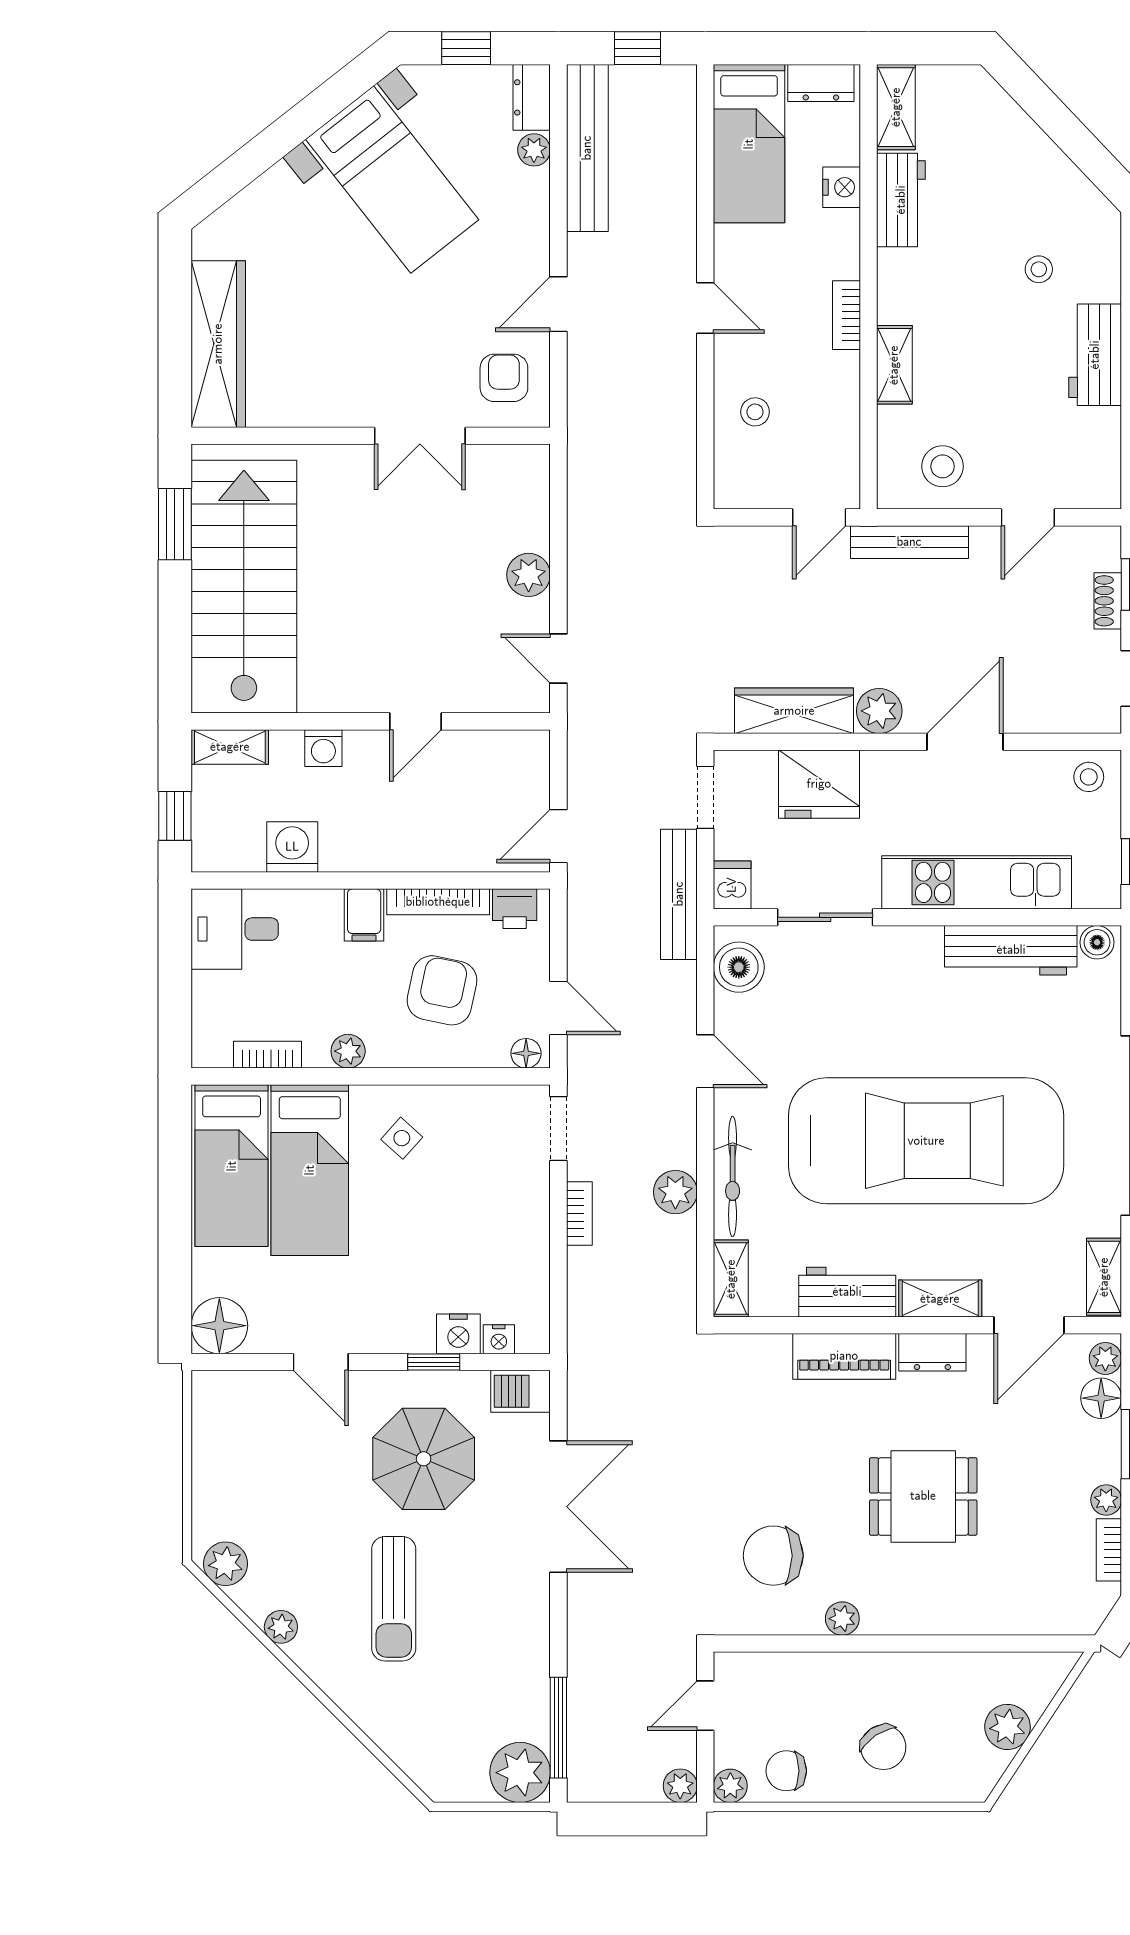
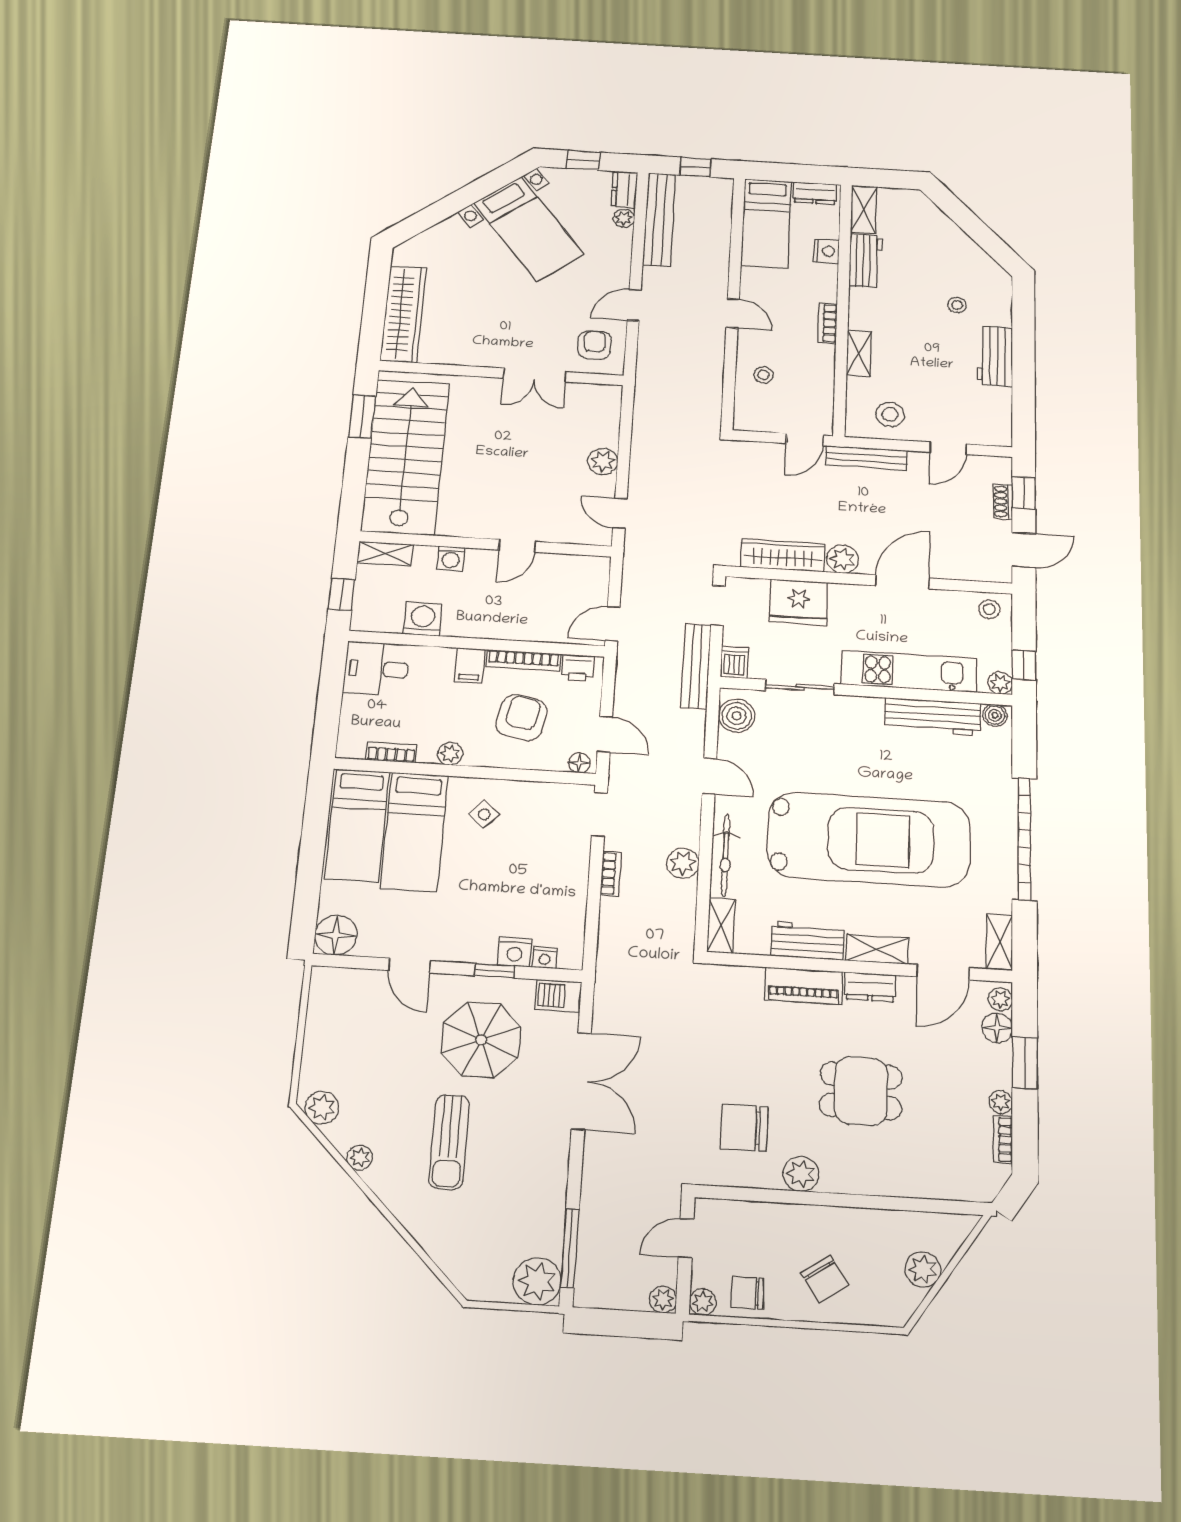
plant: (1104, 892) -> (1000, 683), added
plant: (842, 1619) -> (801, 1174), width x1.38, depth x1.38

